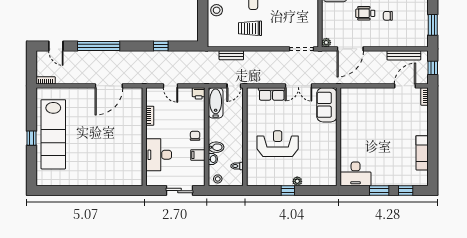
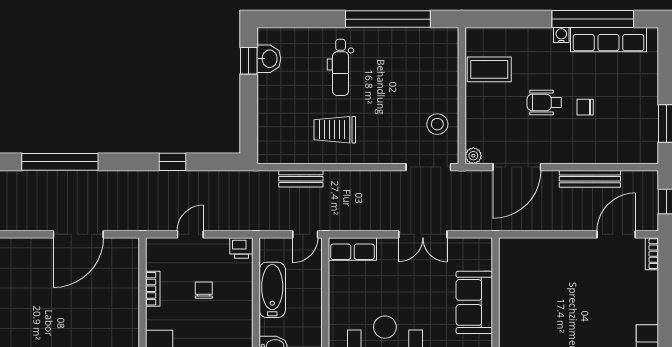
stool: (217, 10) -> (437, 124), moved
bench: (404, 55) -> (590, 179), moved
door: (170, 86) -> (190, 234), swing flipped
row of seats: (272, 94) -> (352, 249), moved
bathtub: (216, 103) -> (272, 290), moved
sofa: (327, 105) -> (474, 302), moved
chair: (195, 136) -> (204, 290), moved

